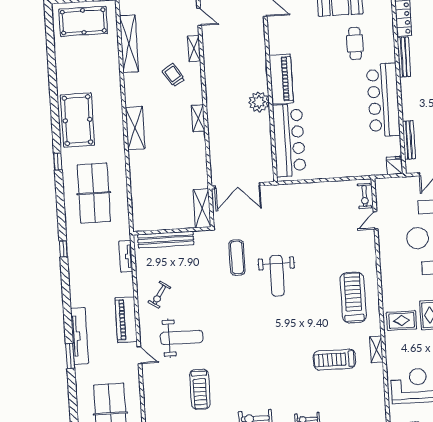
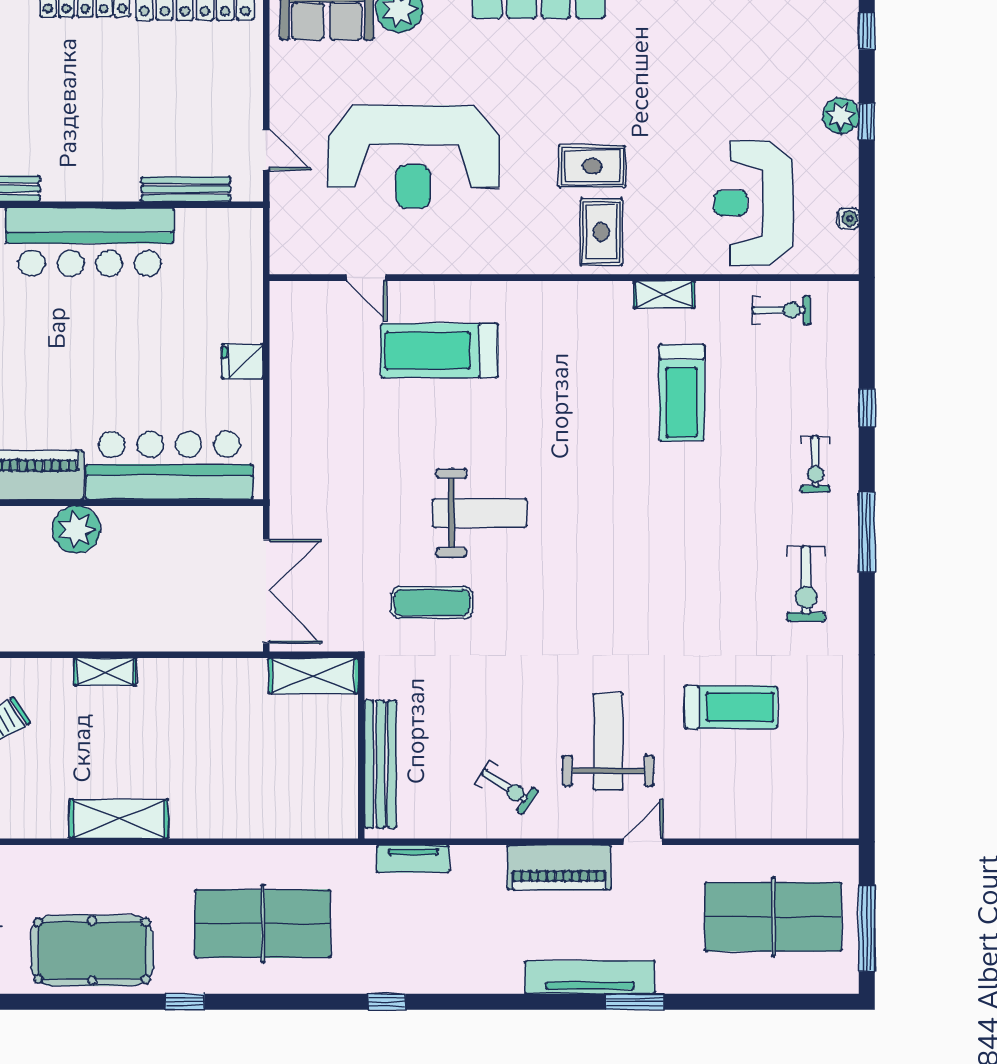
fridge: (394, 165) -> (242, 361), moved
exercise bike: (365, 196) -> (781, 310), moved
treadmill: (353, 298) -> (439, 351), moved

